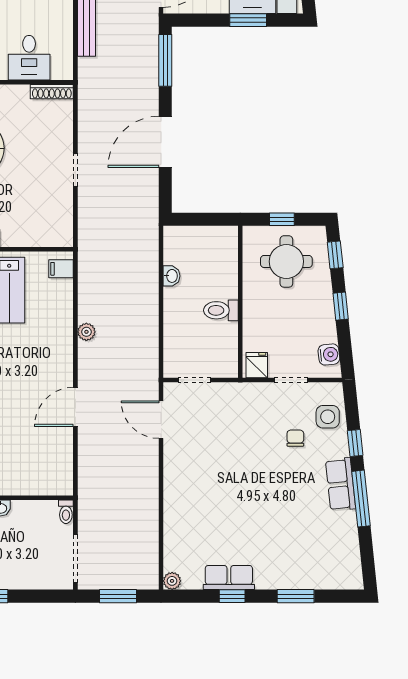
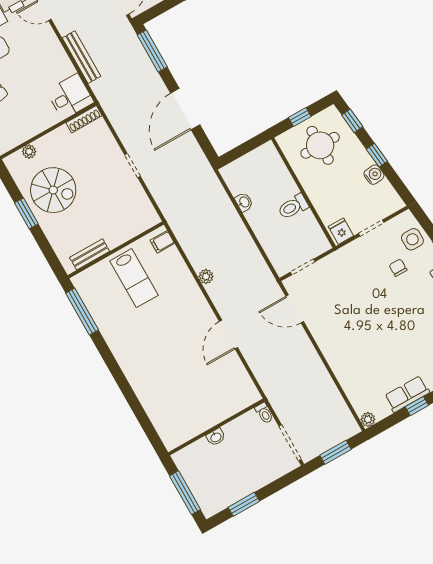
desk: (29, 58) -> (70, 97), moved, turned -90
water cooler: (329, 354) -> (374, 175), moved

